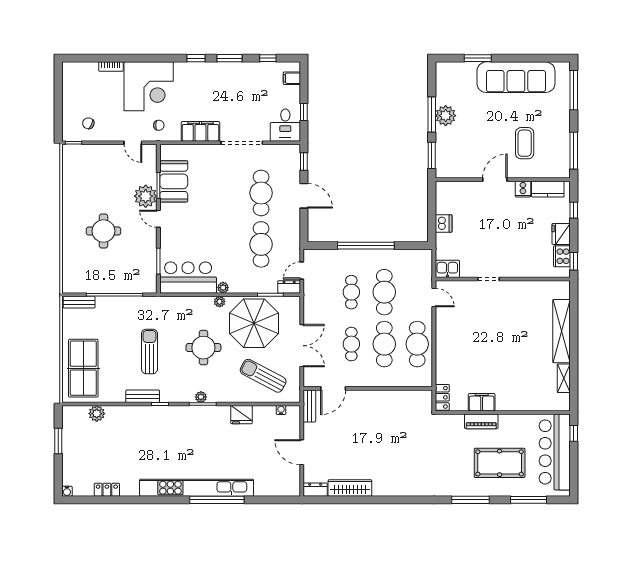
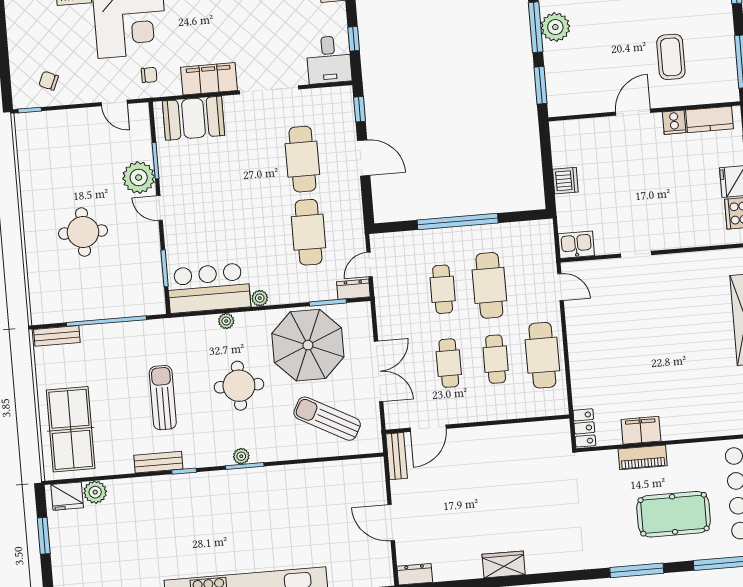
booth: (174, 181) -> (193, 118), moved, turned 90
plant: (220, 302) -> (226, 321), moved
cafe table: (384, 344) -> (496, 359), width x0.73, depth x0.74
water cooler: (281, 410) -> (357, 465), removed
fridge: (242, 415) -> (67, 496), moved
wardrobe: (350, 488) -> (504, 564), moved, width x0.67

